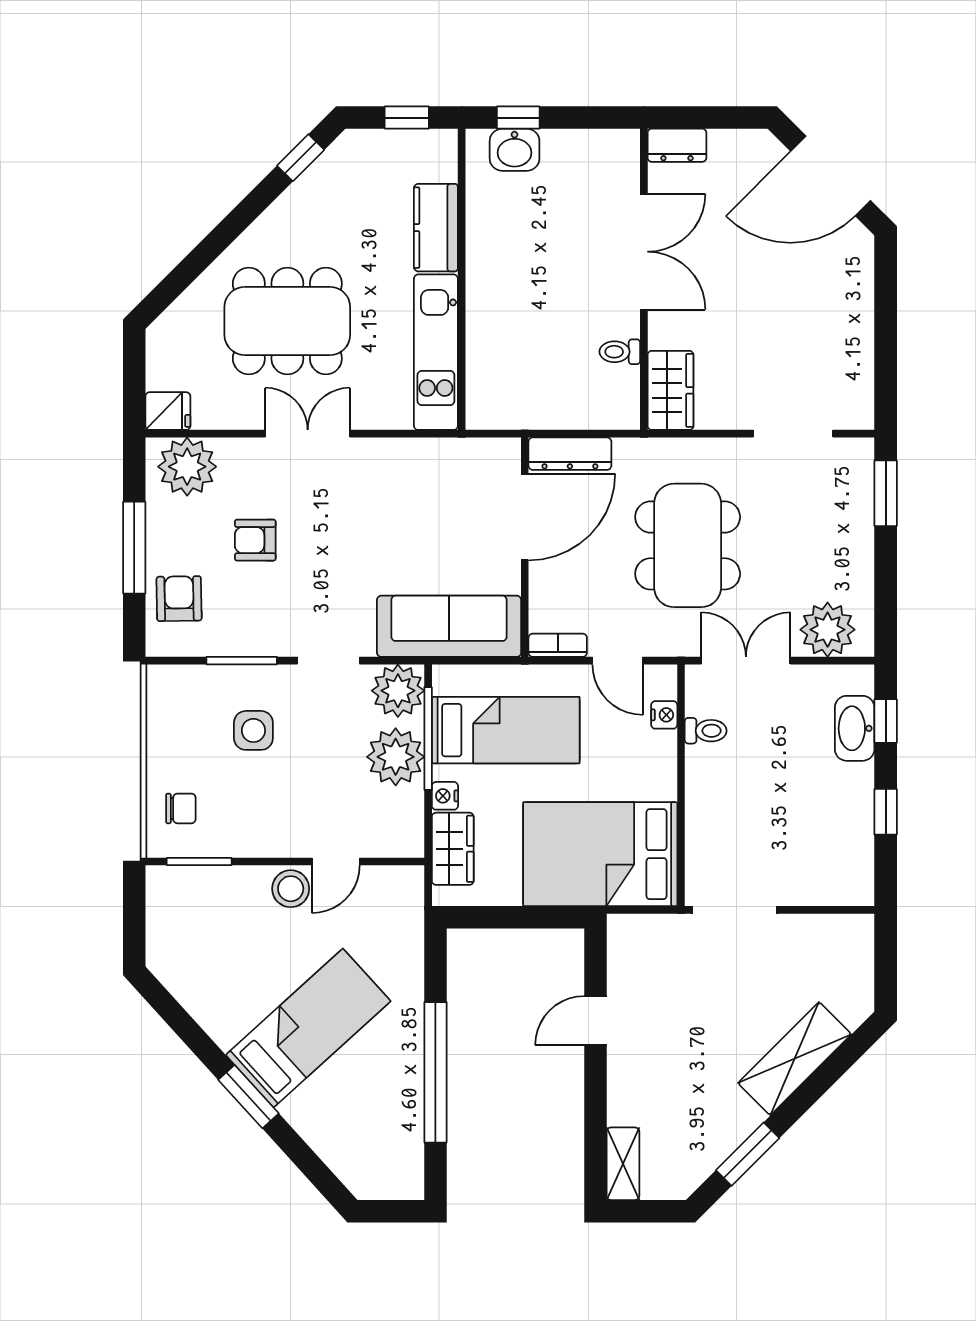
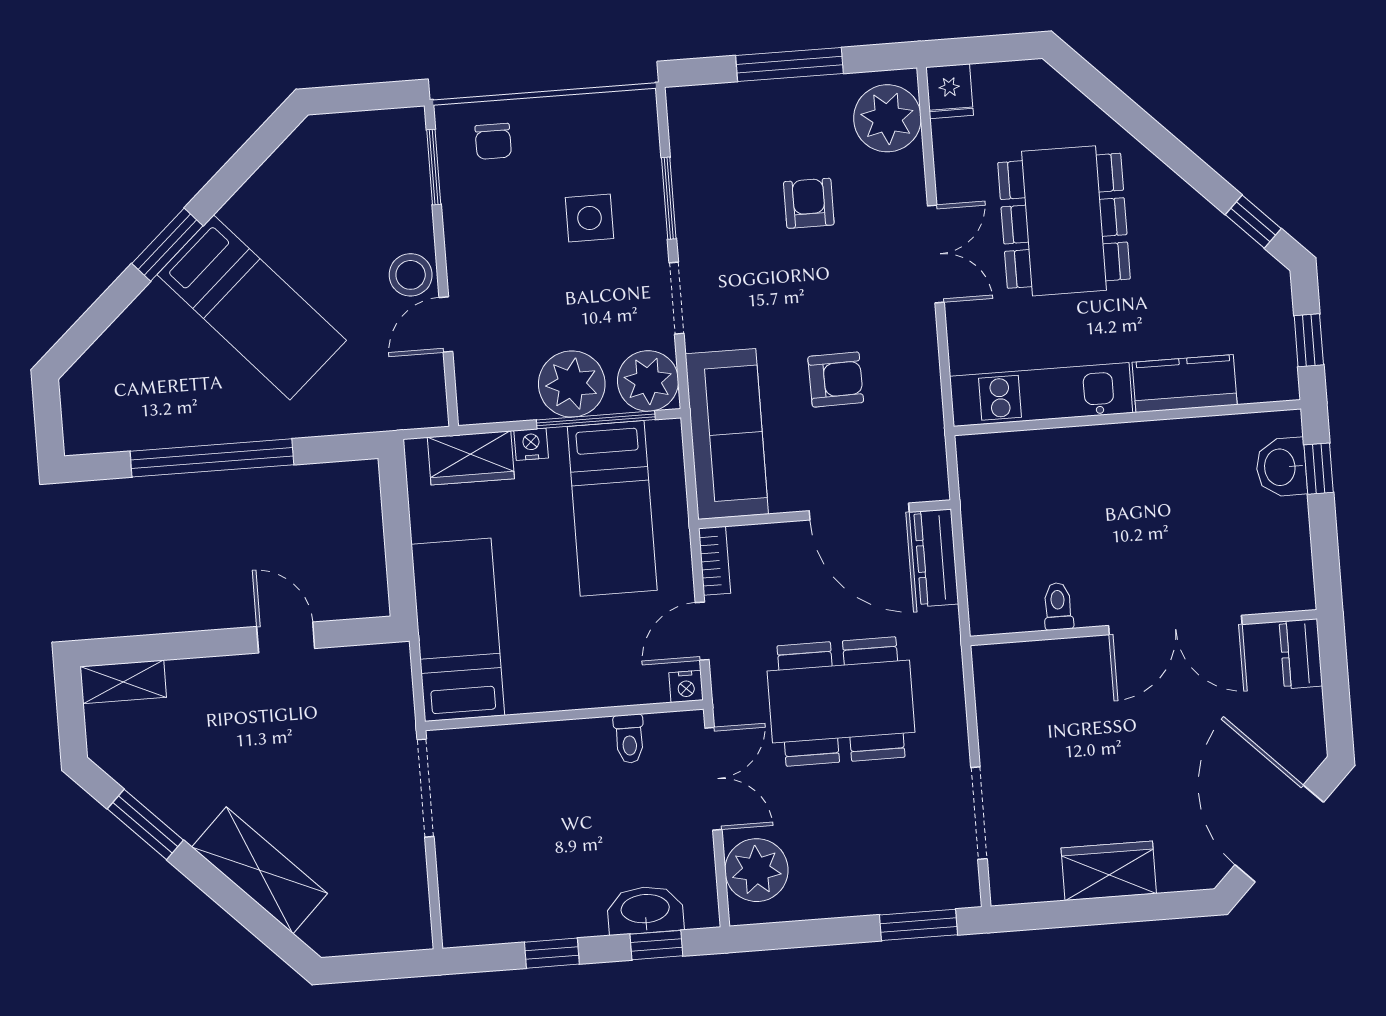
wardrobe: (671, 390) -> (1109, 871), moved, turned 180
armchair: (179, 599) -> (836, 380), moved
nightstand: (664, 715) -> (686, 686), moved
bed: (600, 854) -> (458, 630), width x0.67
door: (336, 862) -> (446, 324), hinge flipped

